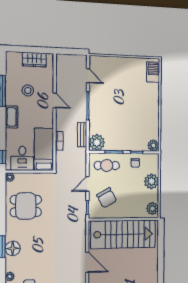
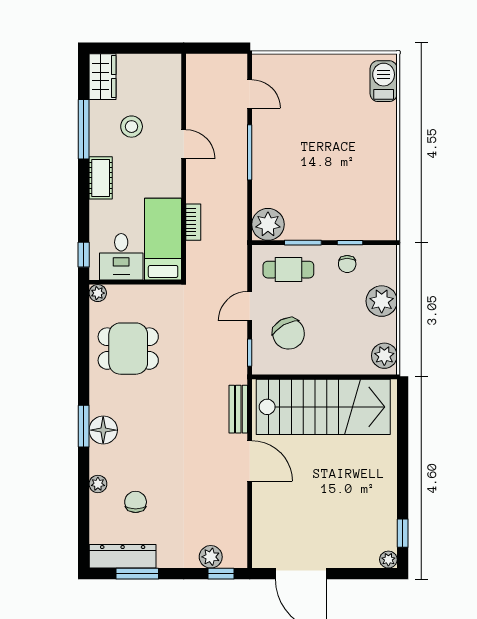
wardrobe: (34, 60) -> (102, 77), moved, turned -90
bench: (82, 135) -> (238, 409), moved
plant: (153, 146) -> (385, 229), removed

